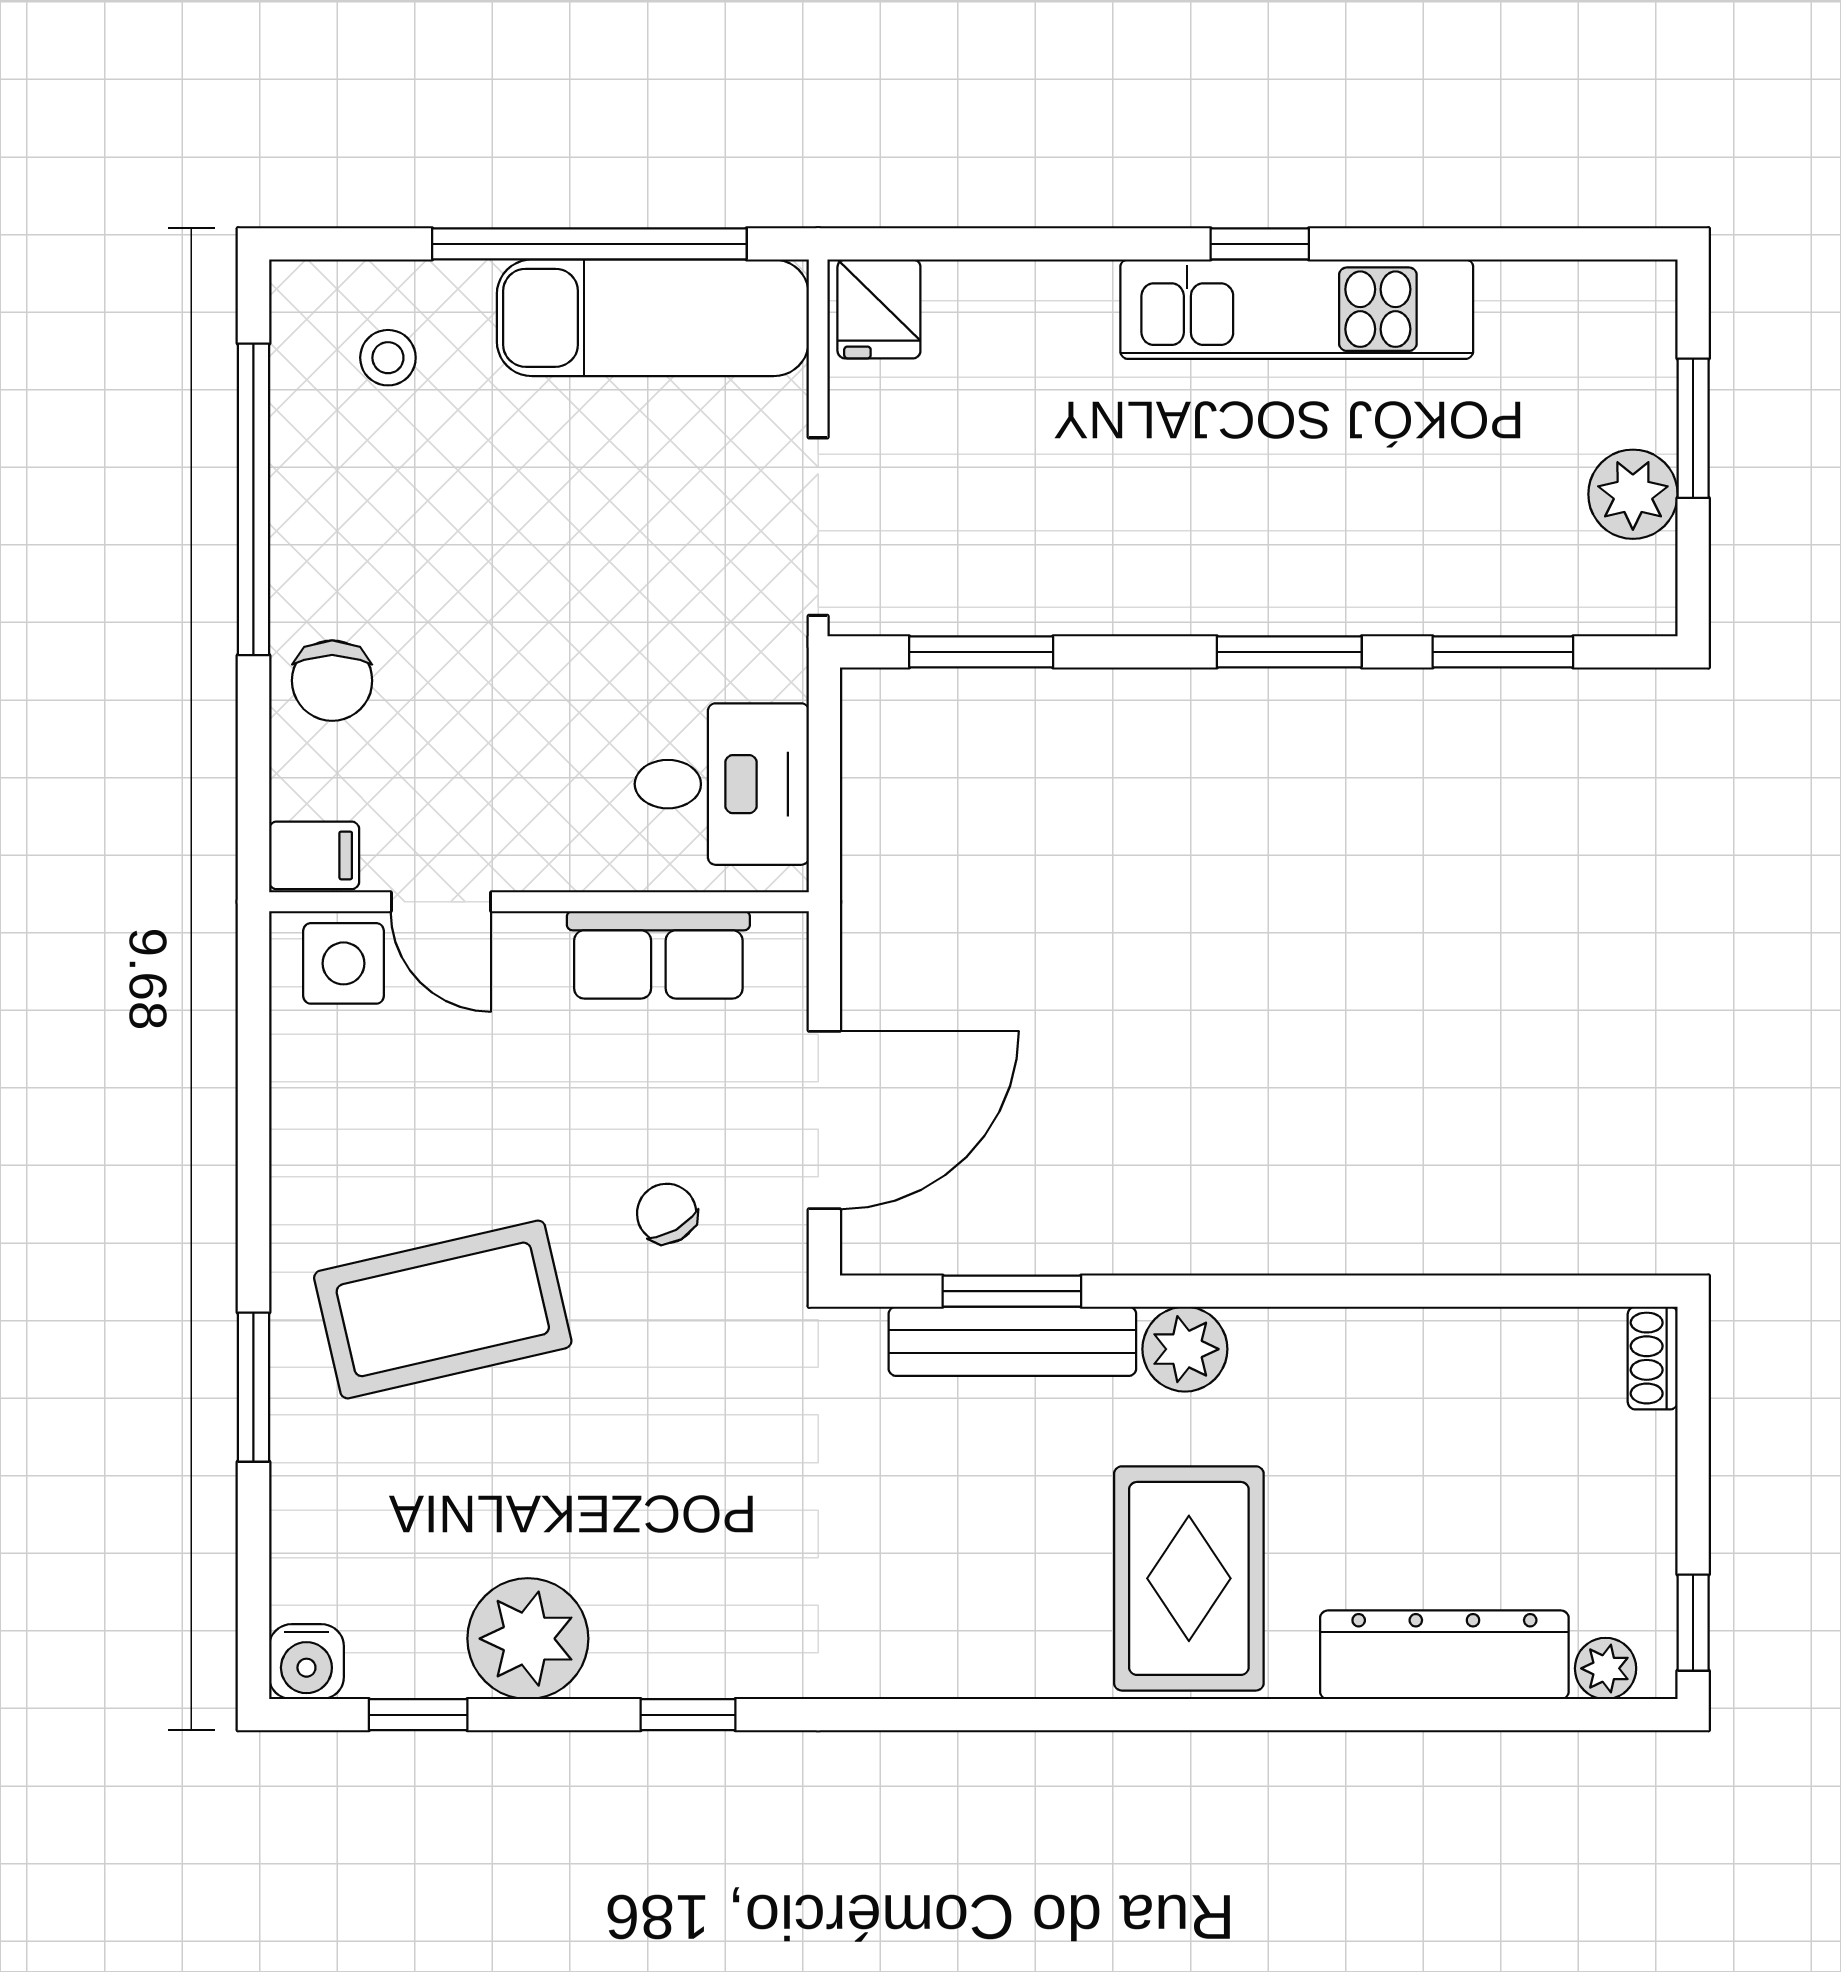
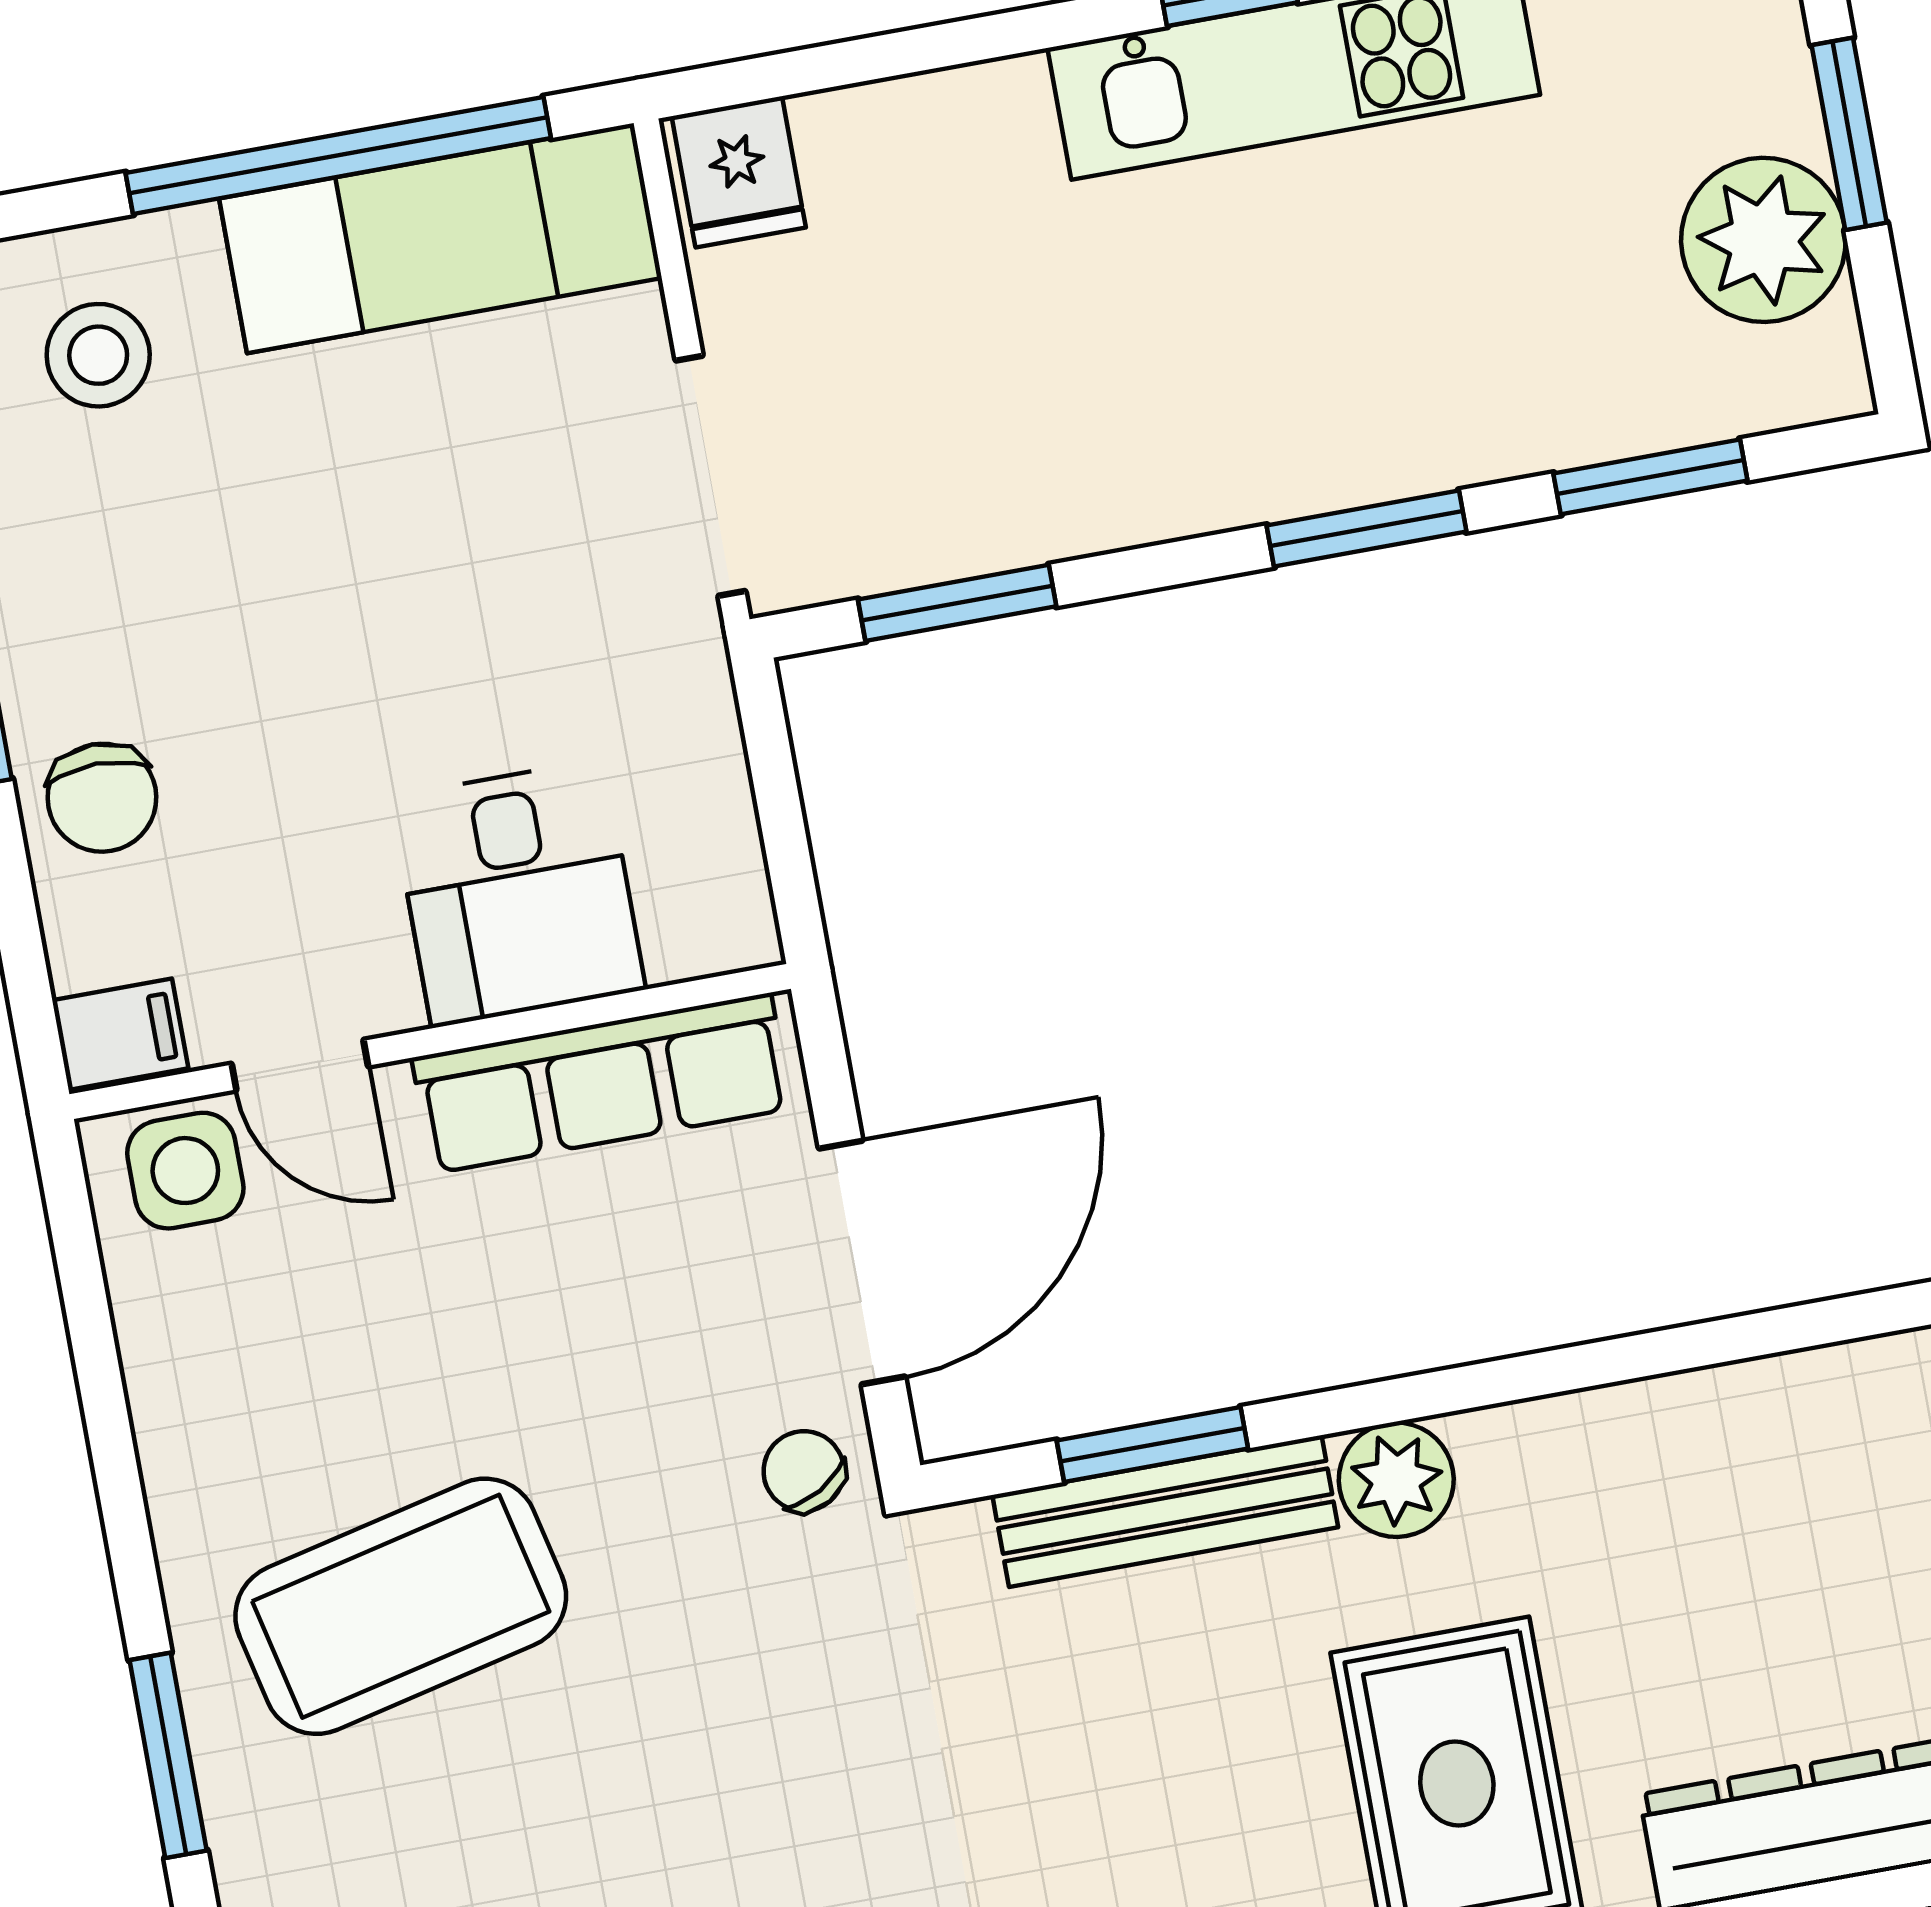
stool: (388, 358) -> (98, 355), width x1.37, depth x1.37
plant: (1633, 494) -> (1763, 240), width x1.36, depth x1.36
desk: (722, 784) -> (518, 893), moved, turned 90
row of seats: (658, 955) -> (602, 1083), width x1.48
chair: (667, 1213) -> (804, 1471), moved

